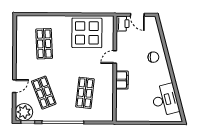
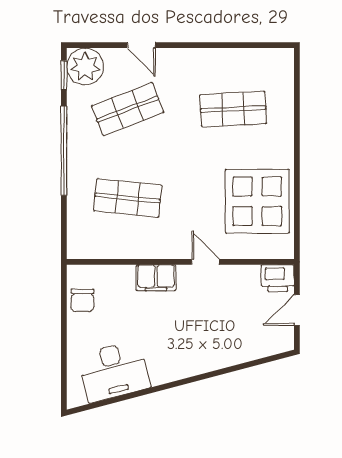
chair: (153, 57) -> (82, 300), moved

